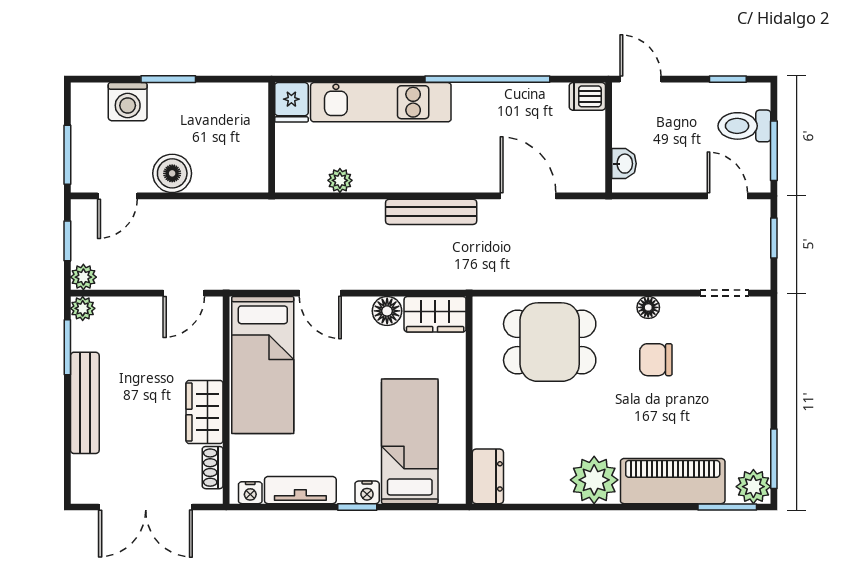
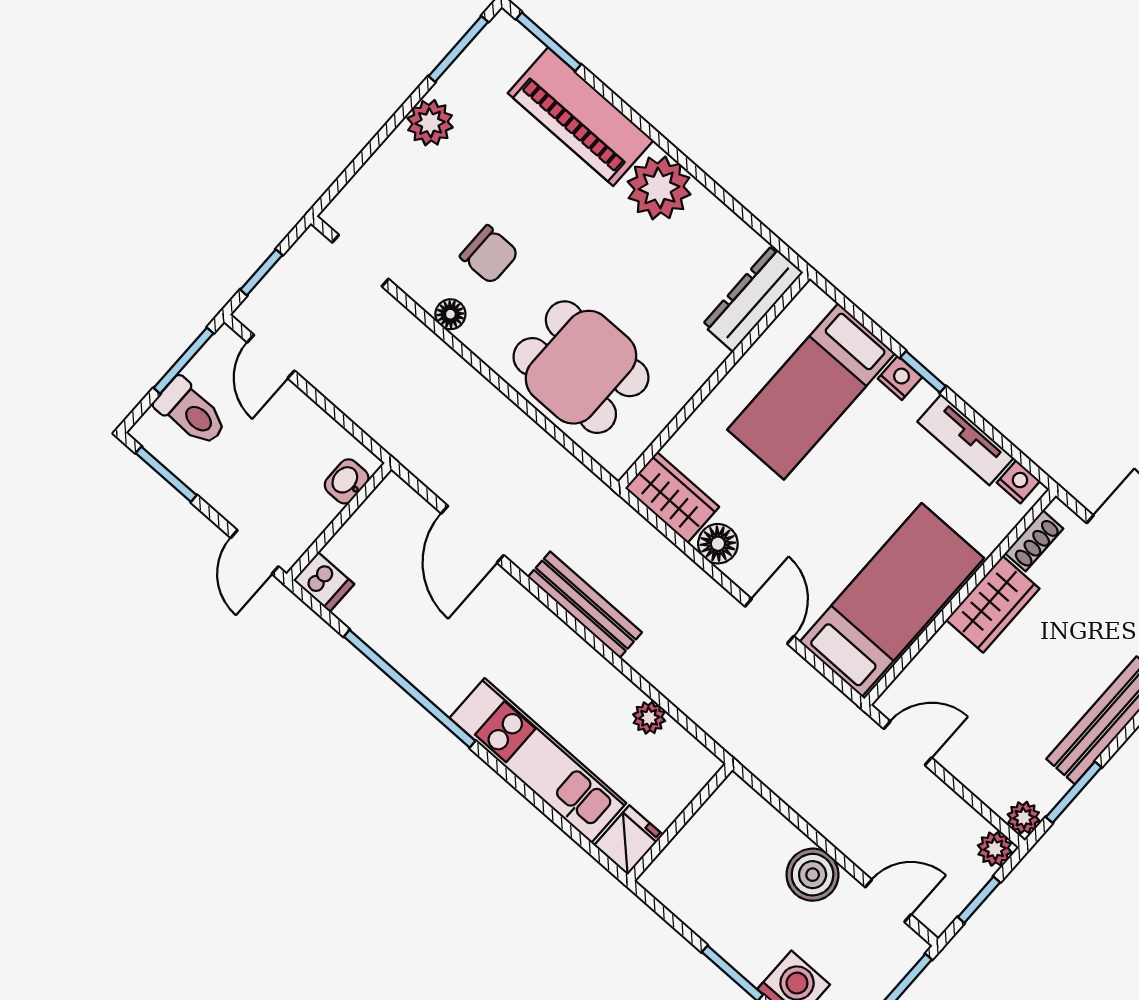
window: (728, 79) -> (166, 474), width x1.50
dresser: (488, 476) -> (753, 298), width x1.44
plant: (753, 487) -> (430, 123), moved

